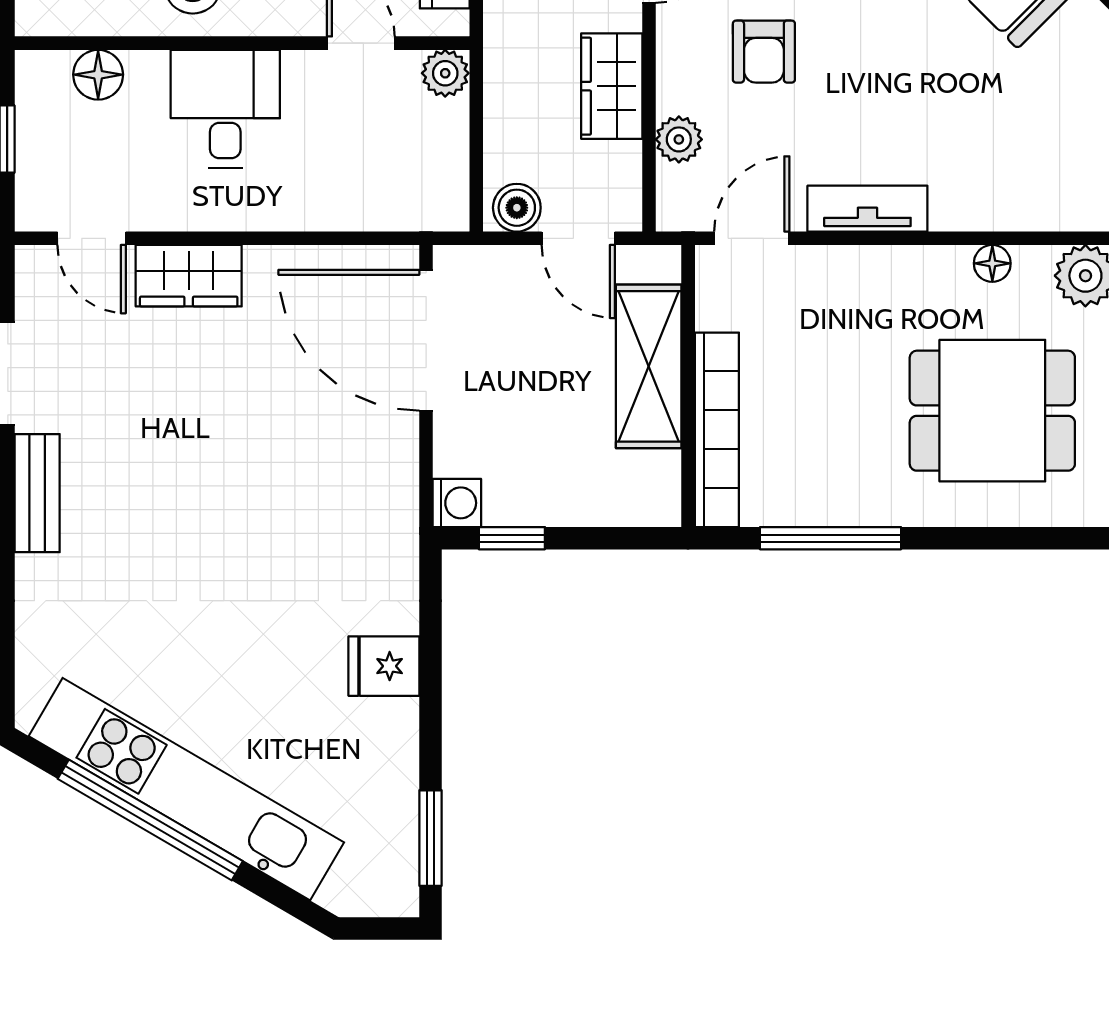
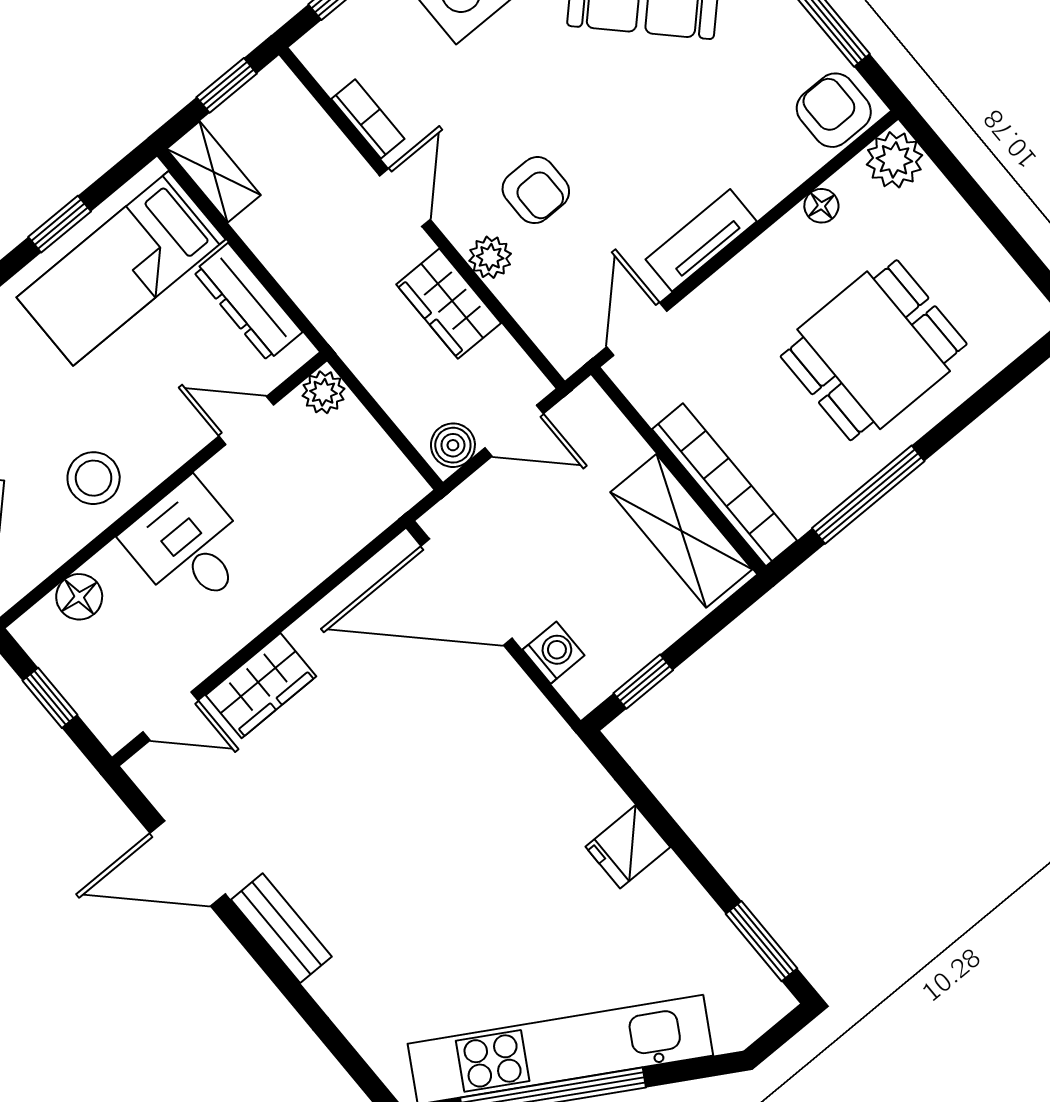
plant: (679, 139) -> (490, 257), moved
armchair: (1069, 192) -> (834, 110), added
shelving: (649, 366) -> (681, 531), moved
dining table: (992, 411) -> (874, 350), moved
washing machine: (457, 503) -> (553, 653), moved

